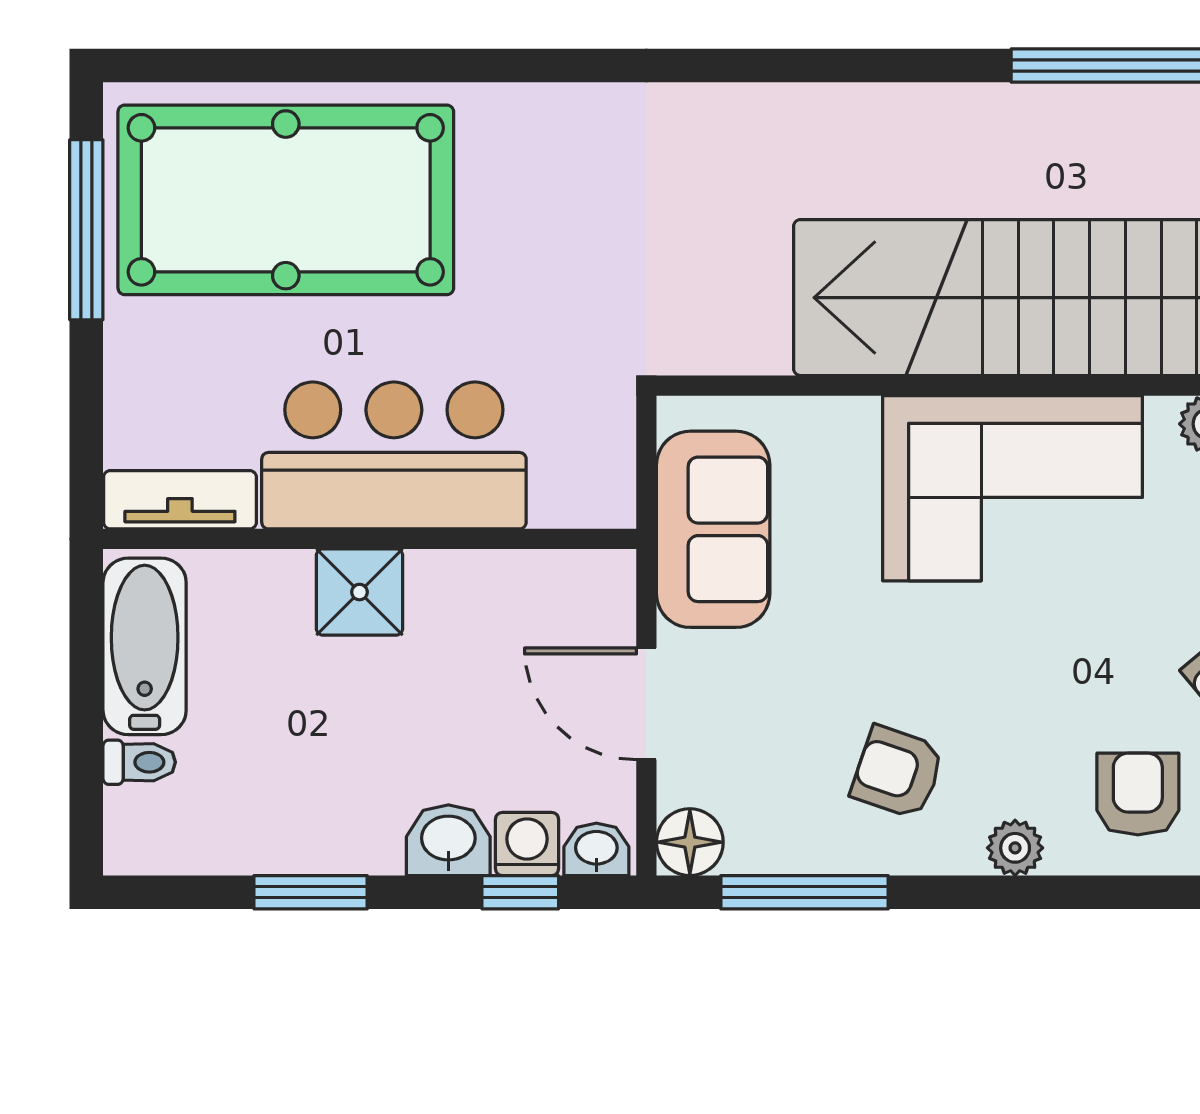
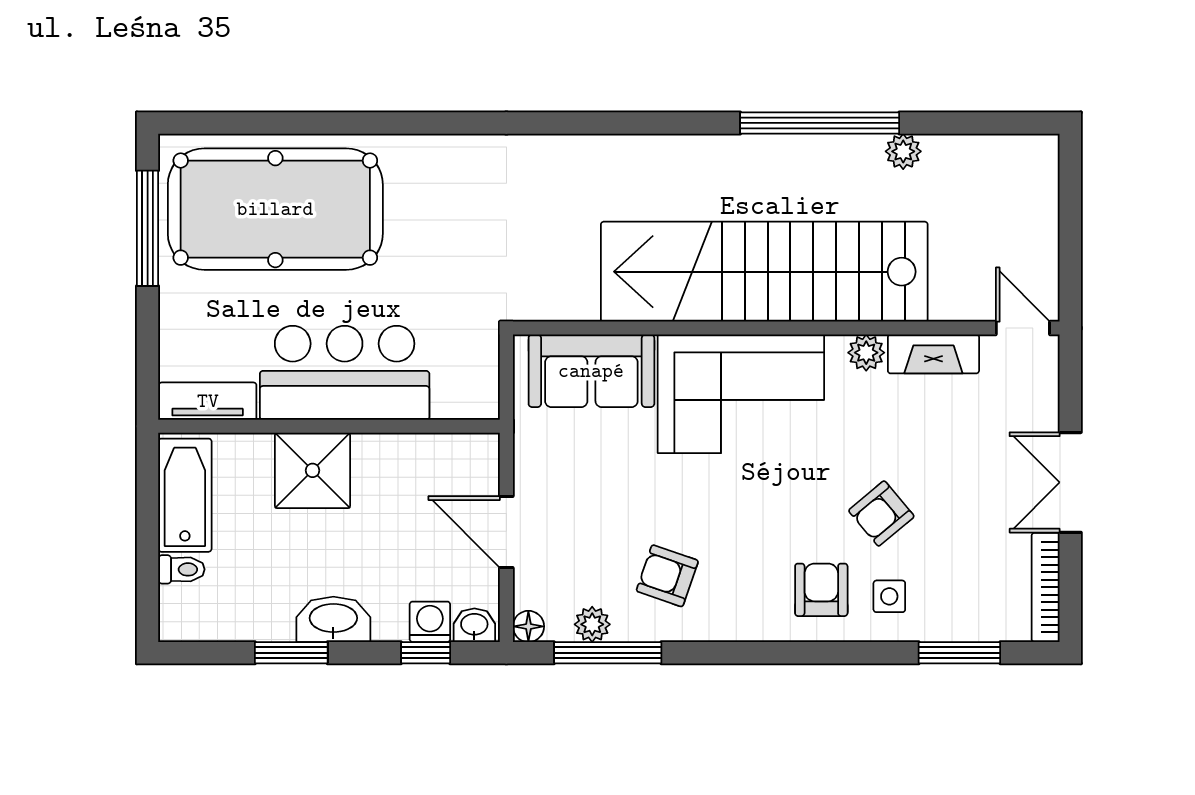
sofa: (713, 529) -> (591, 371), moved, turned 90
shower: (360, 592) -> (313, 470), width x1.36, depth x1.36
washbasin: (448, 840) -> (333, 619), moved, width x1.38
floor lamp: (690, 842) -> (528, 626), width x0.73, depth x0.73
plant: (1015, 848) -> (592, 624), moved

